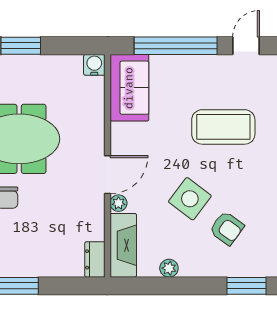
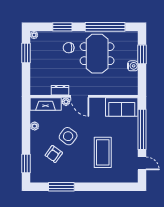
water cooler: (94, 65) -> (133, 66), moved
dresser: (95, 259) -> (60, 90), moved

